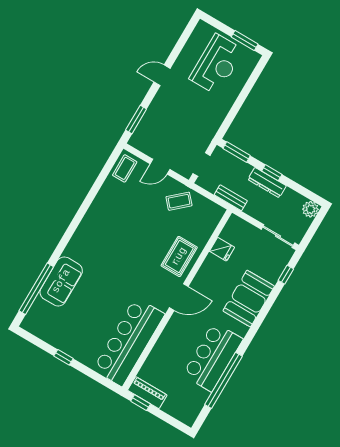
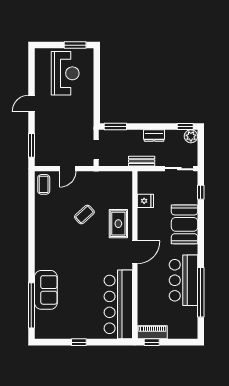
window: (272, 173) -> (185, 127), moved
dresser: (267, 183) -> (154, 136), width x0.70
bench: (231, 198) -> (142, 161), moved
coffee table: (179, 201) -> (84, 215), moved

